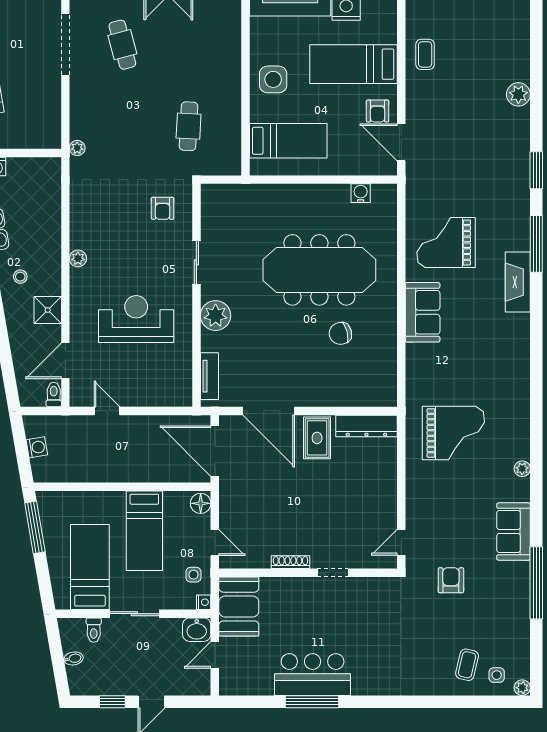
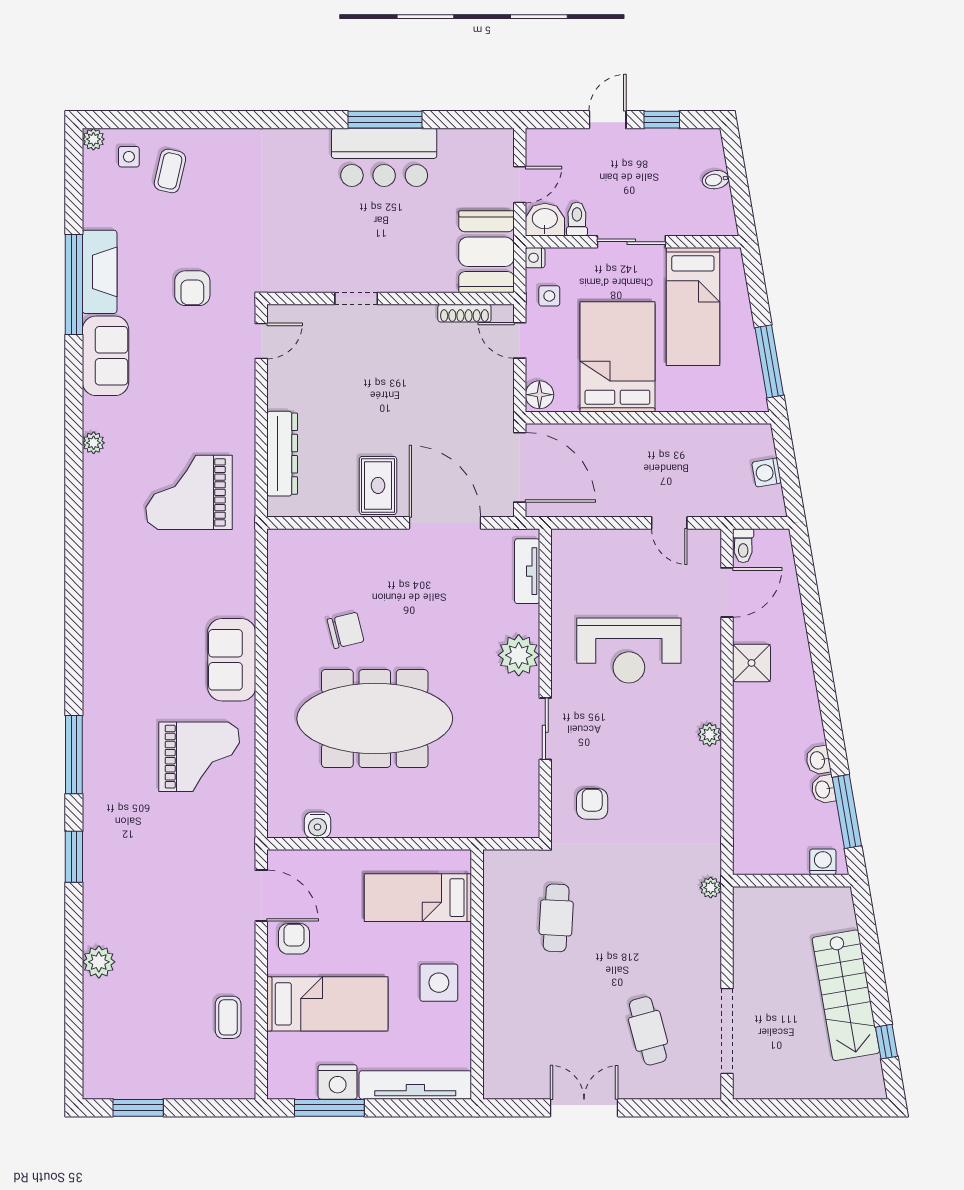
stool: (20, 277) -> (790, 709), removed
fireplace: (518, 282) -> (100, 272), moved
dresser: (366, 426) -> (282, 454), moved, turned 90
bed: (144, 531) -> (617, 357), width x1.50
shoe rack: (290, 562) -> (464, 313), moved
toilet: (94, 630) -> (577, 219), moved

